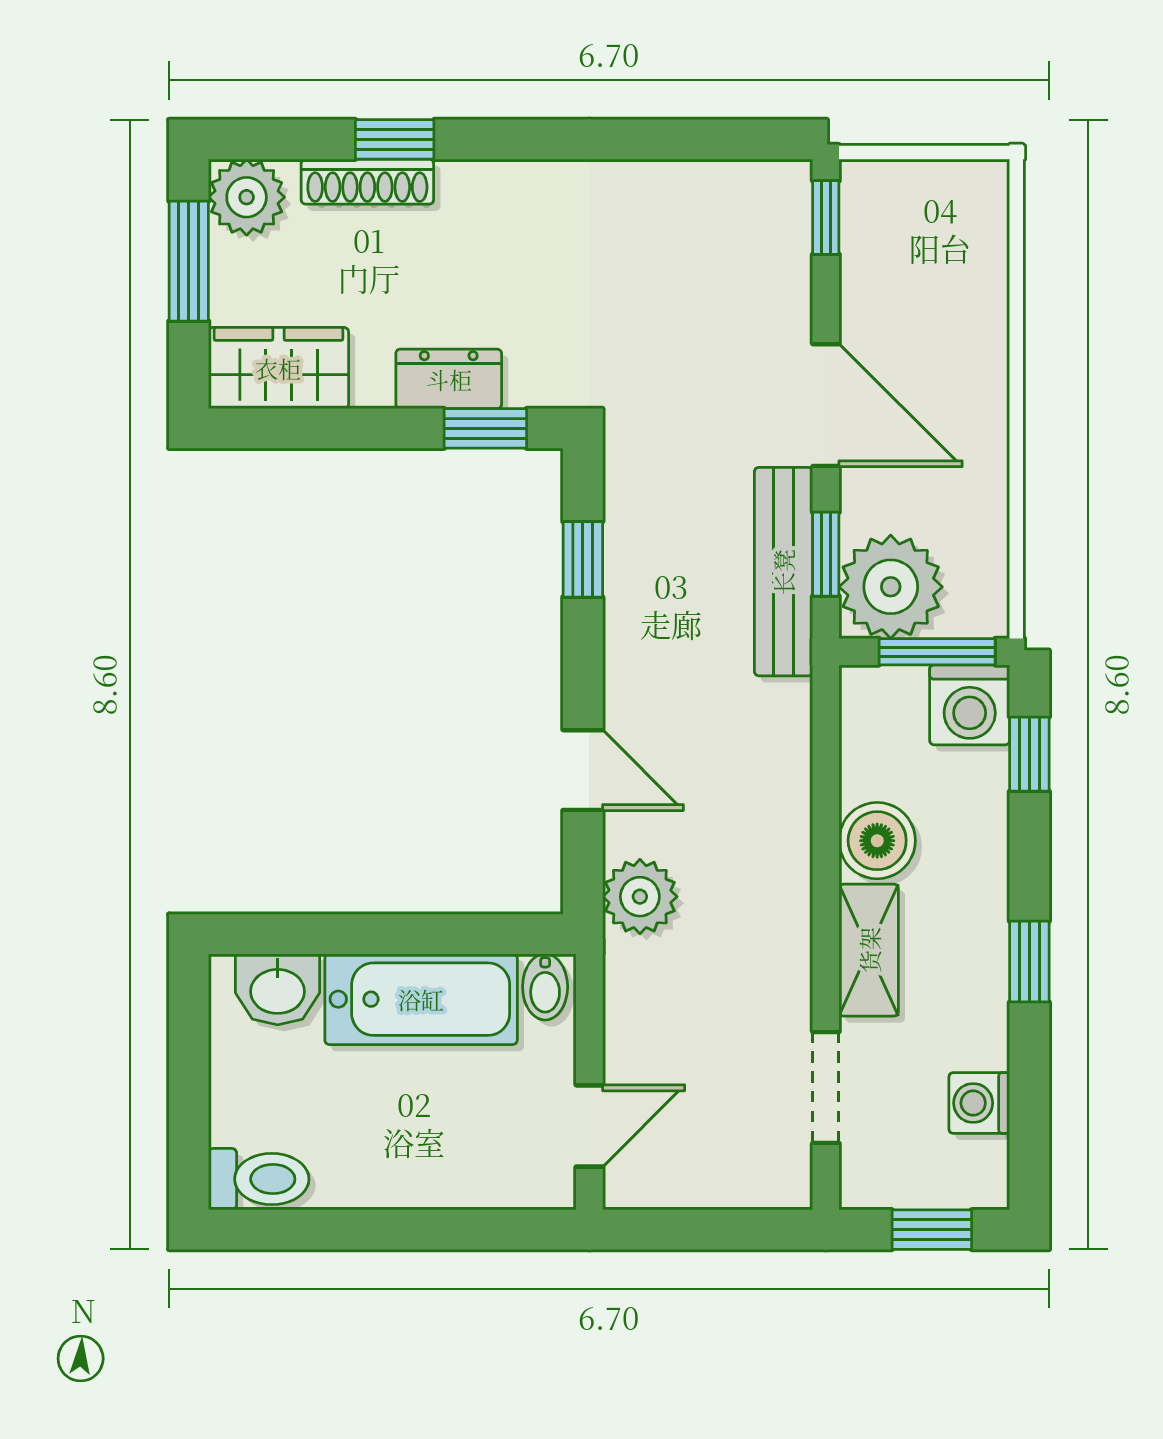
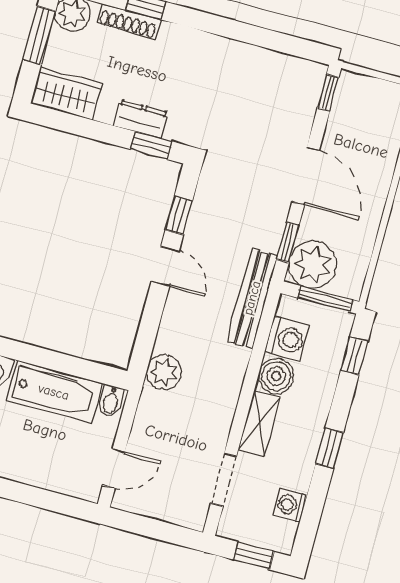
bench: (783, 572) -> (252, 298), moved
washing machine: (970, 705) -> (287, 339), moved, turned -90
door: (583, 770) -> (165, 266), moved

